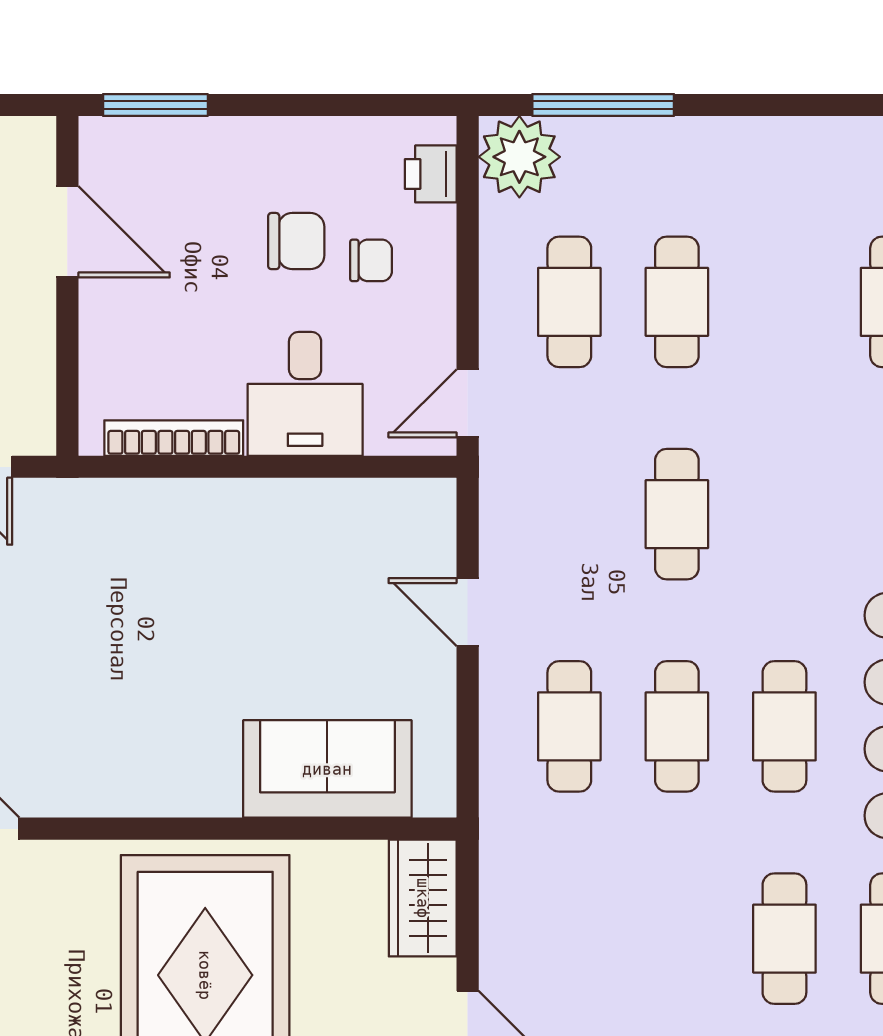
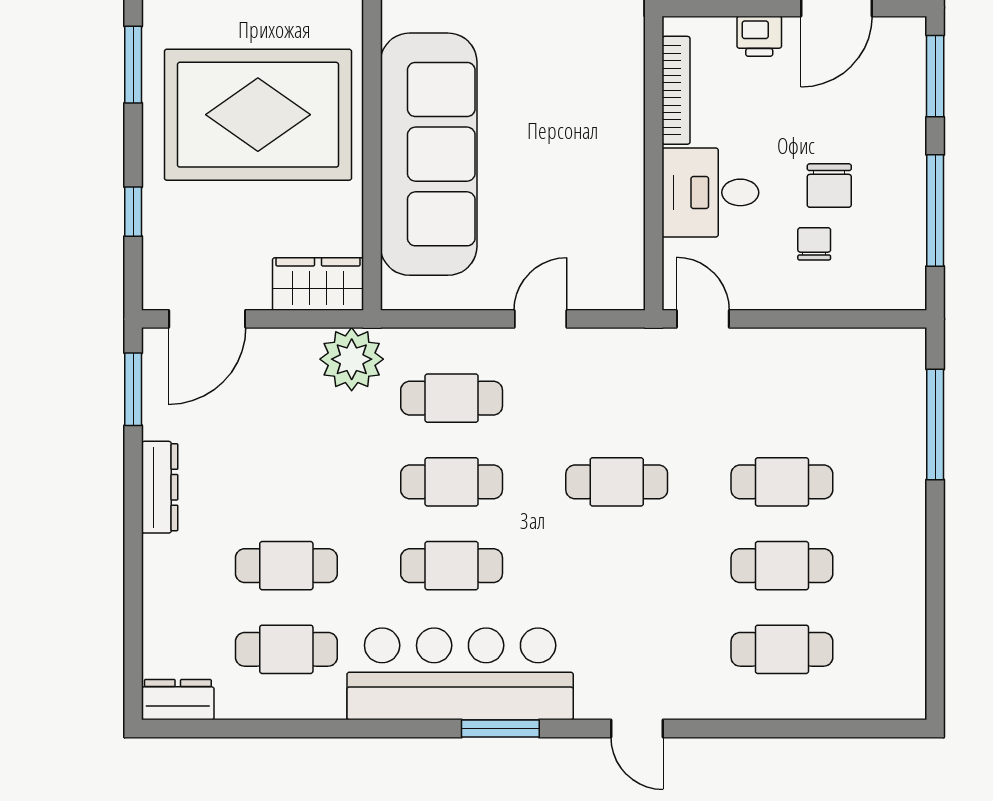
window: (328, 105) -> (935, 210), added
plant: (519, 157) -> (352, 359), moved
printer: (431, 174) -> (759, 36), moved, turned 180
chair: (371, 260) -> (814, 244), turned 180
cafe table: (569, 302) -> (782, 566), moved
sofa: (327, 769) -> (429, 154), width x1.85, depth x1.27

